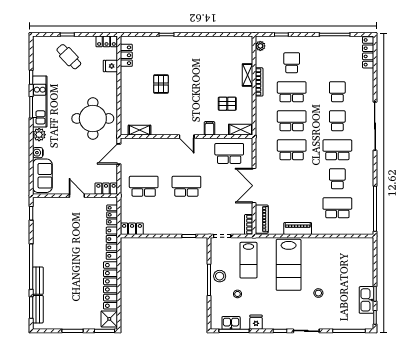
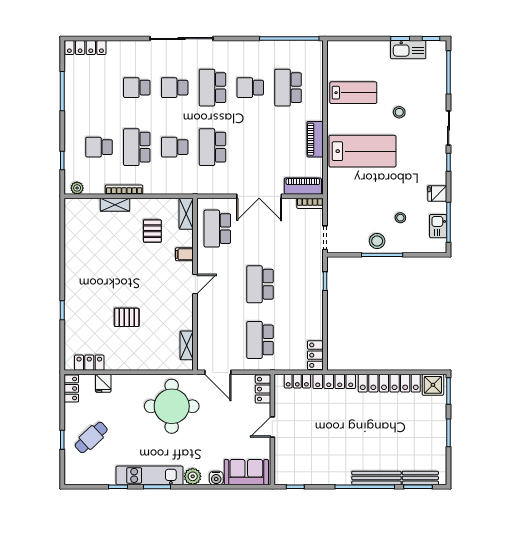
school desk: (292, 121) -> (175, 147), width x0.54
lab bench: (248, 260) -> (353, 93), moved
bench: (38, 281) -> (376, 478), width x1.36

